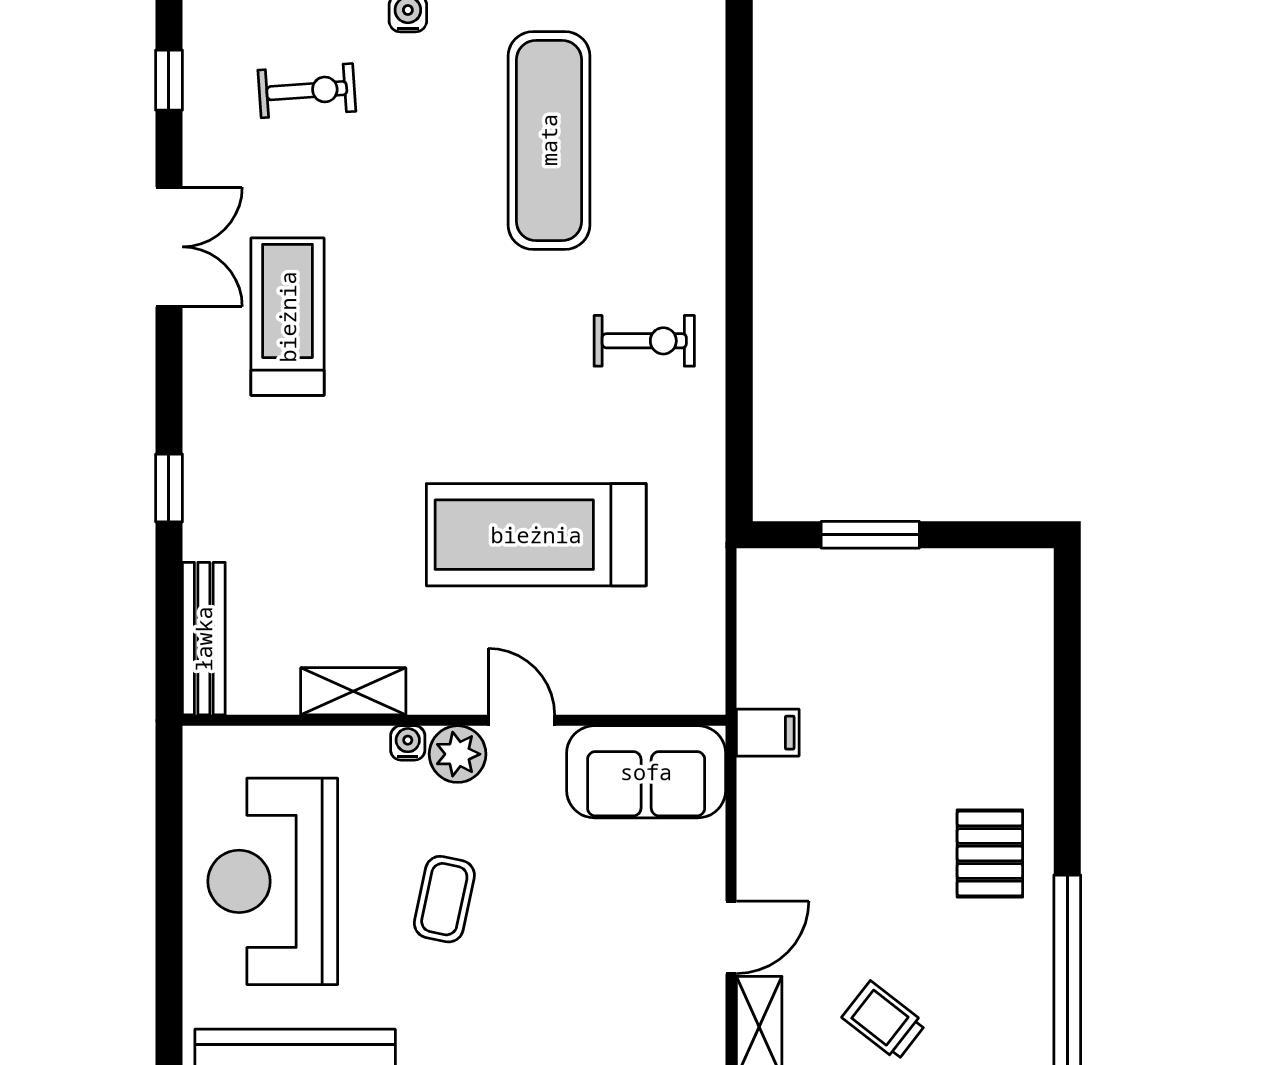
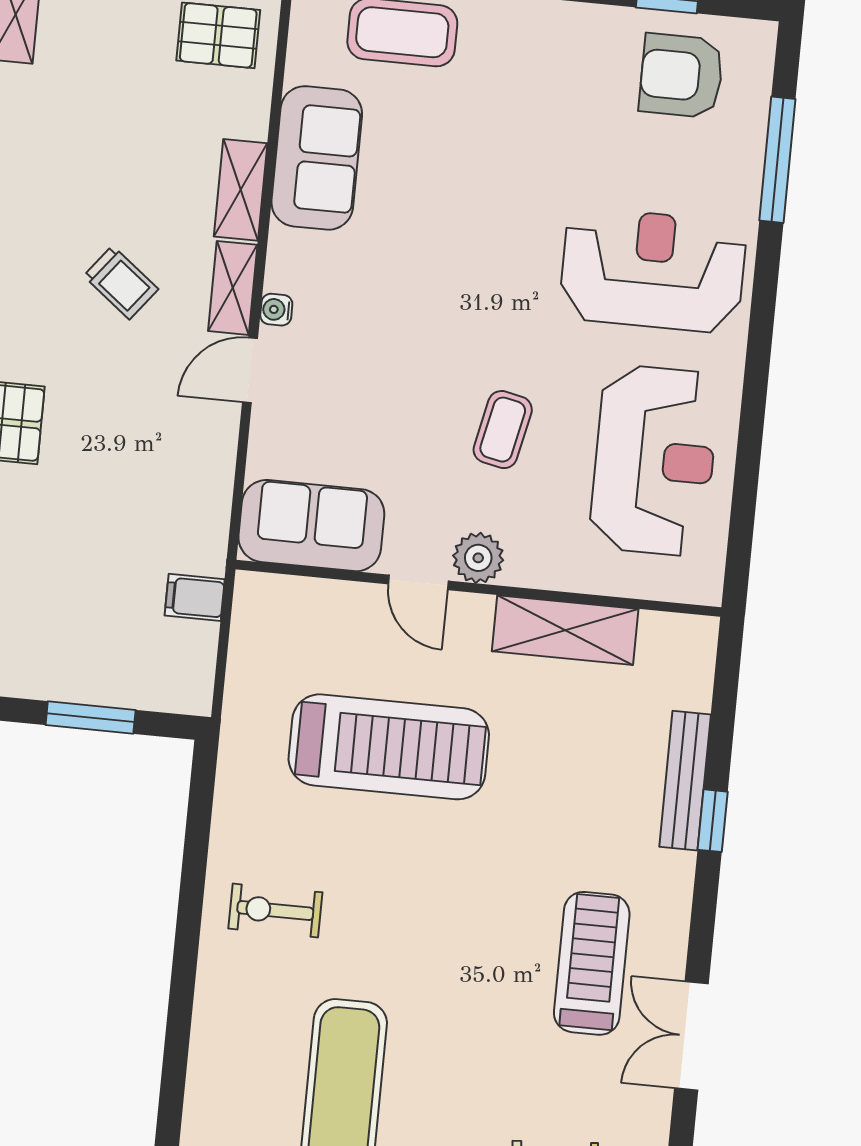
treadmill: (288, 317) -> (592, 963), turned 180
bench: (204, 639) -> (685, 781), moved
shelving: (353, 691) -> (565, 630), width x1.50, depth x1.33
filing cabinet: (768, 733) -> (195, 597), moved
water cooler: (408, 743) -> (276, 310), moved, turned 90

